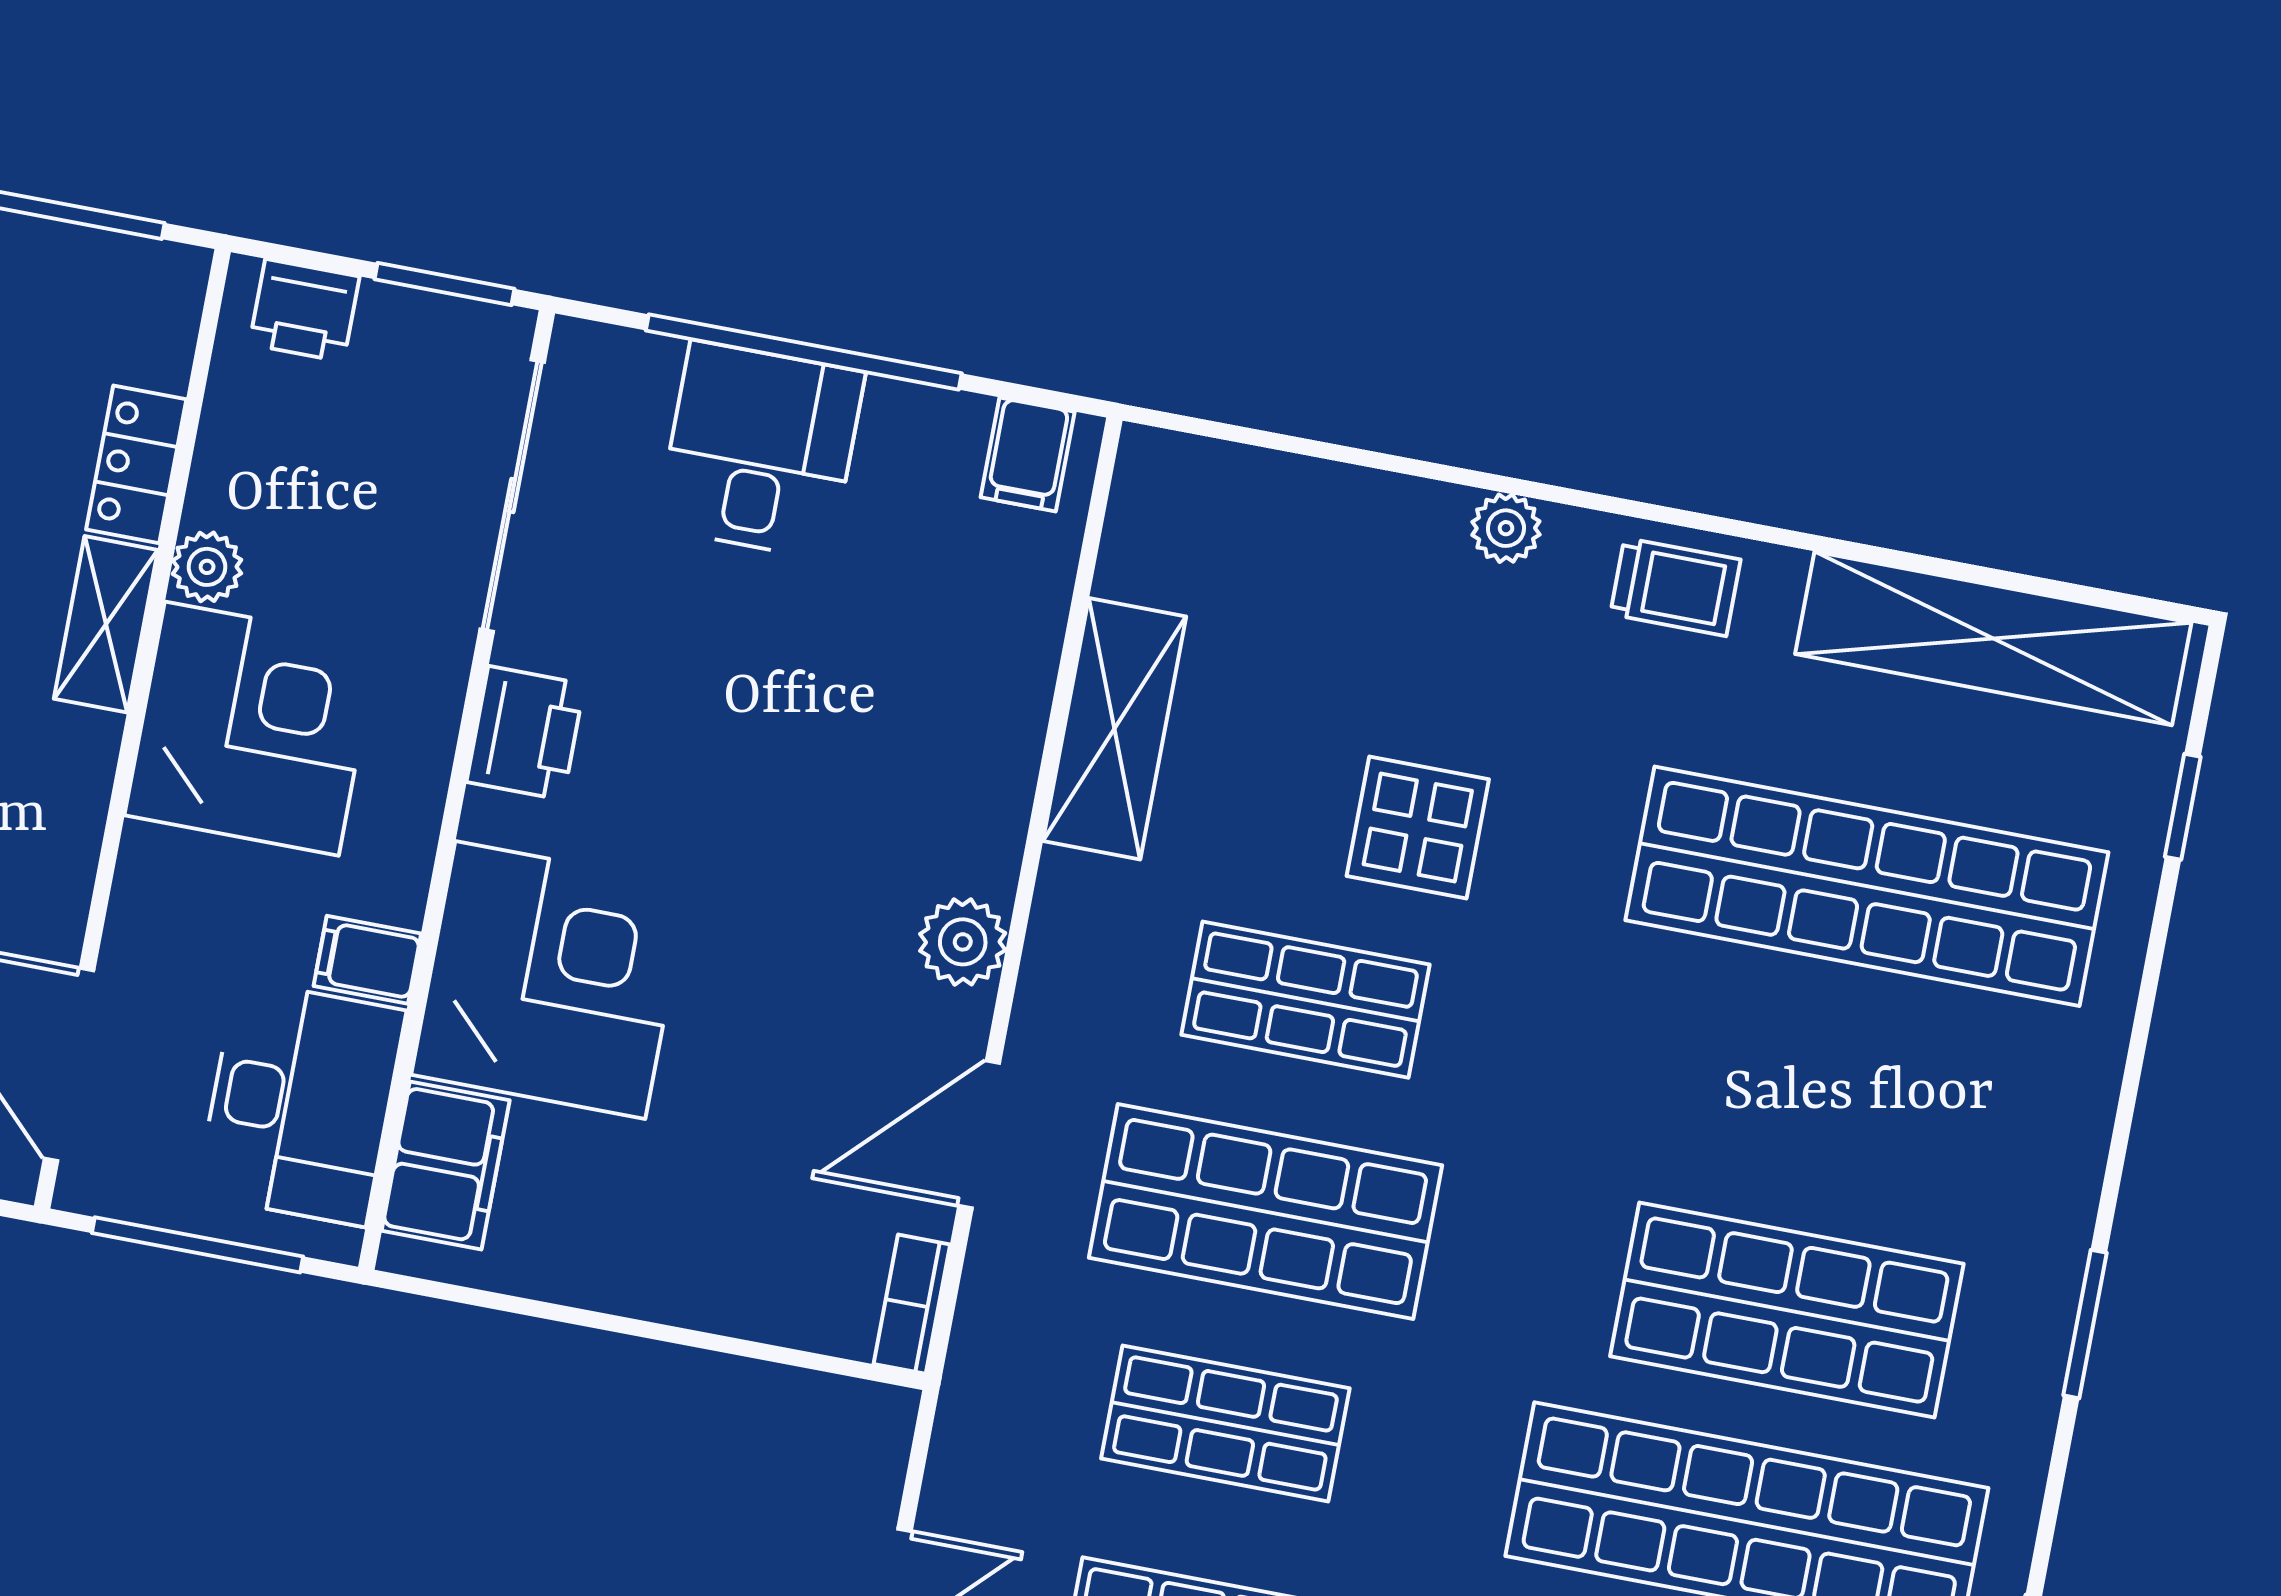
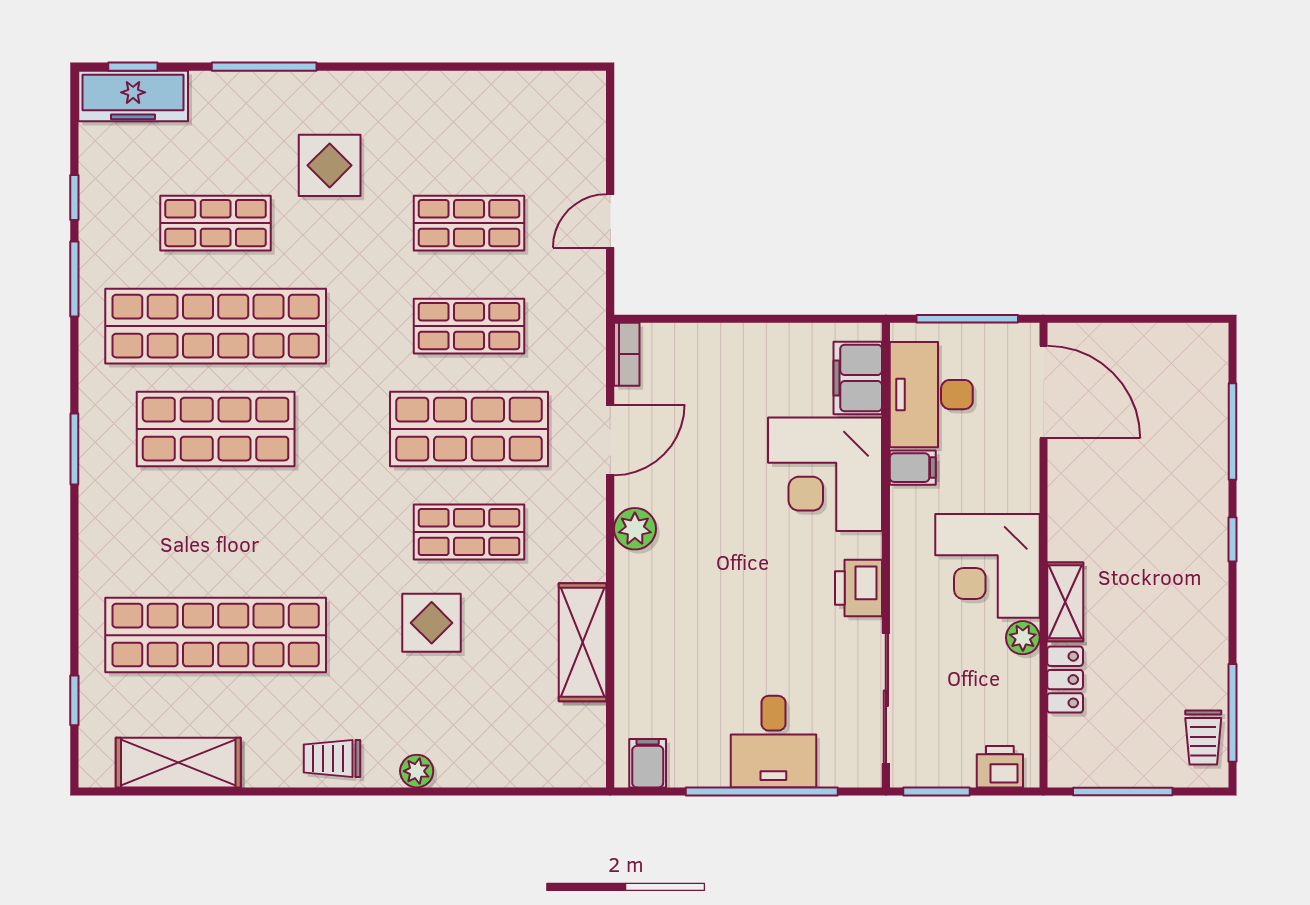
shelving: (1993, 638) -> (178, 763), width x0.68

